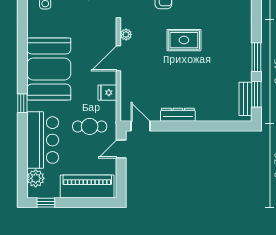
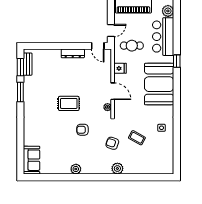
door: (118, 58) -> (113, 91), hinge flipped

